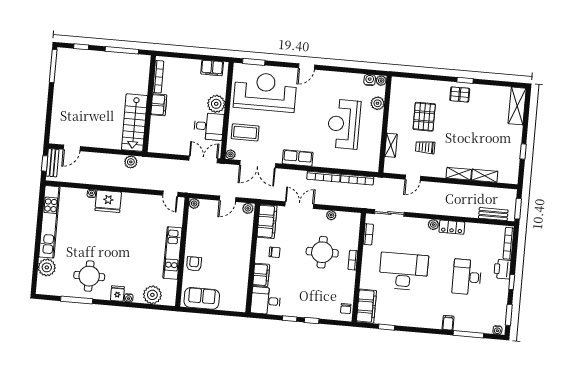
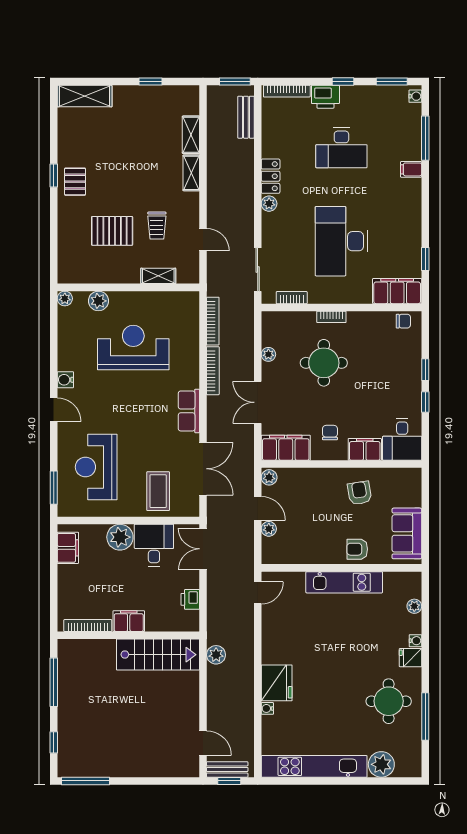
water cooler: (370, 80) -> (65, 380), moved
reception desk: (265, 92) -> (96, 467), width x0.74, depth x0.77
reception desk: (344, 124) -> (133, 348), turned 180
printer: (170, 148) -> (190, 599), added
plant: (231, 154) -> (192, 510), removed
plant: (194, 203) -> (269, 529), moved
armchair: (232, 269) -> (360, 493), added
plant: (152, 295) -> (414, 606), width x0.53, depth x0.53

